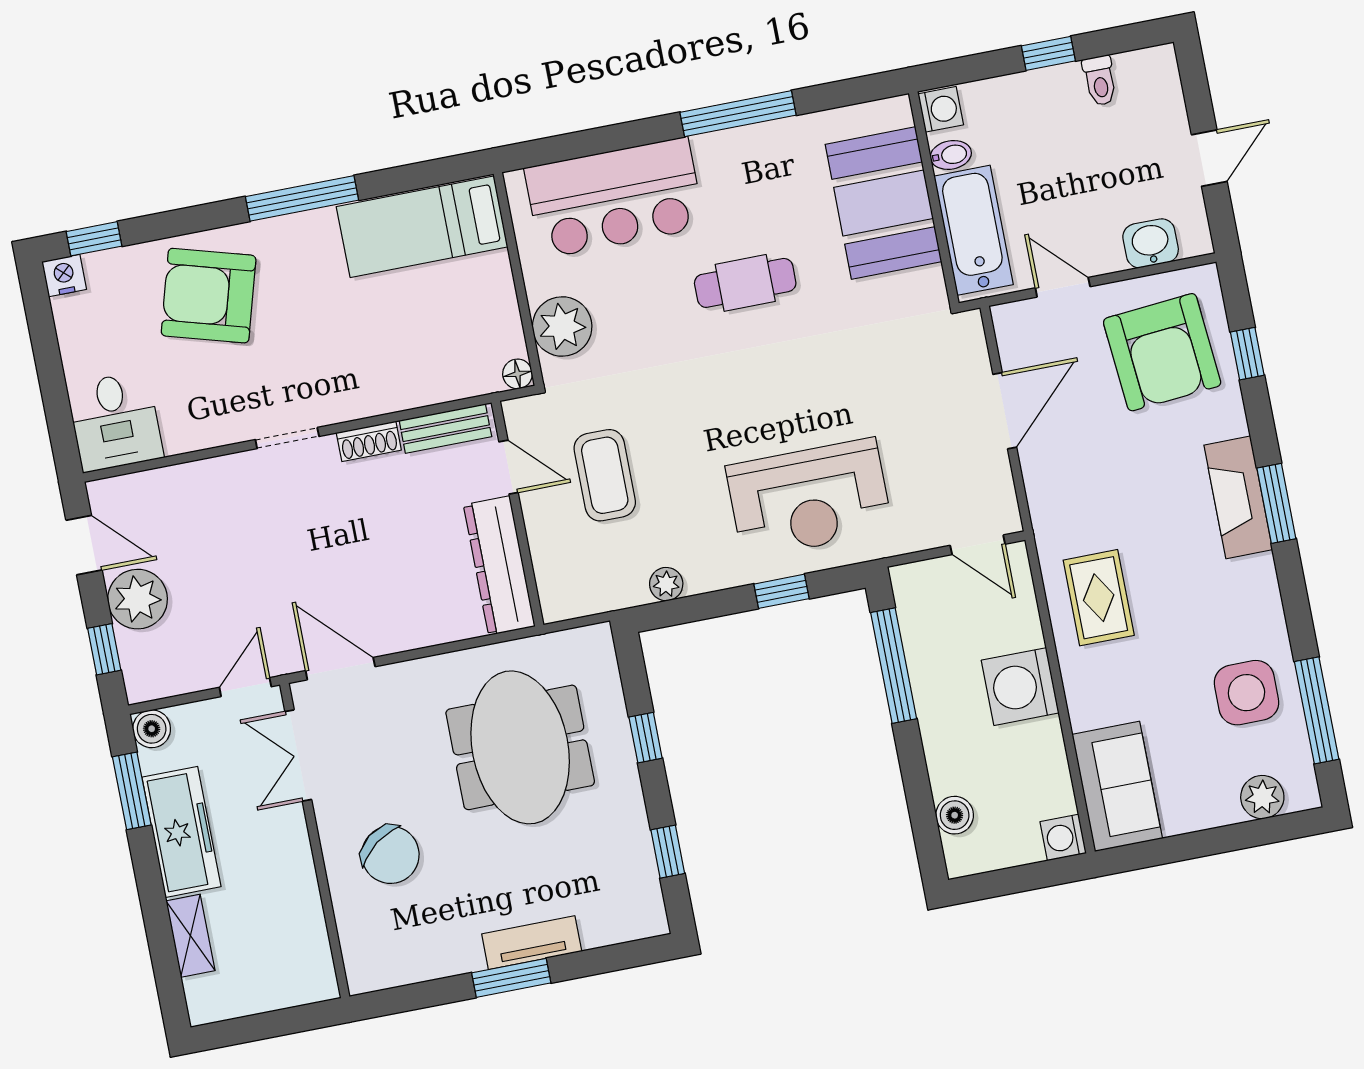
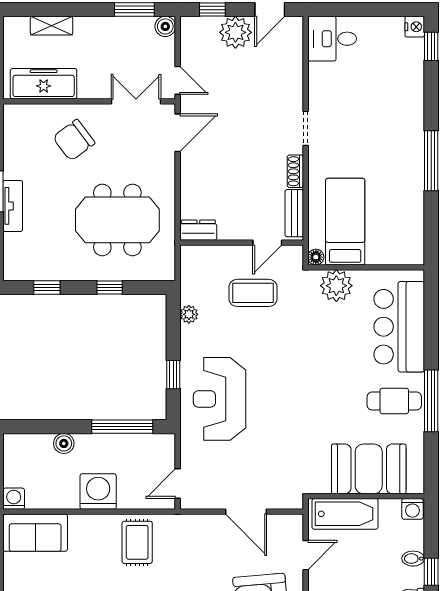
bidet: (951, 155) -> (413, 559), moved, turned 90
bed: (422, 227) -> (345, 222), moved
cafe table: (745, 283) -> (394, 401), moved, turned 90
armchair: (209, 296) -> (389, 101), removed
dresser: (499, 566) -> (198, 230), width x0.51, depth x0.80
rug: (1099, 598) -> (137, 542), turned 90
boiler: (955, 815) -> (64, 443), moved
freezer: (181, 832) -> (44, 84), moved, turned 180

